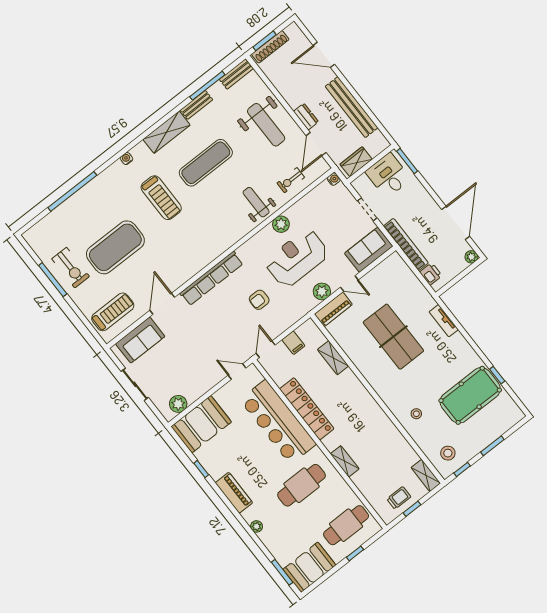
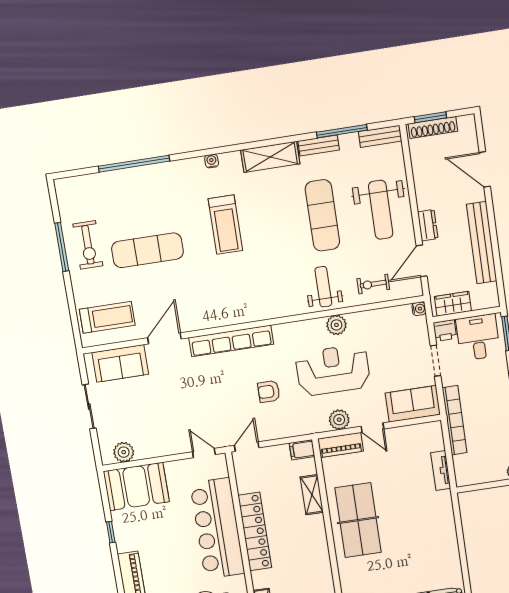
exercise mat: (206, 163) -> (322, 215), moved, turned 90
exercise mat: (115, 247) -> (147, 250), width x0.68
printer: (431, 274) -> (445, 330), moved, turned 90
tv unit: (444, 321) -> (441, 471), moved
table tennis table: (393, 337) -> (358, 520), moved
filing cabinet: (293, 343) -> (302, 450), moved, turned 90

